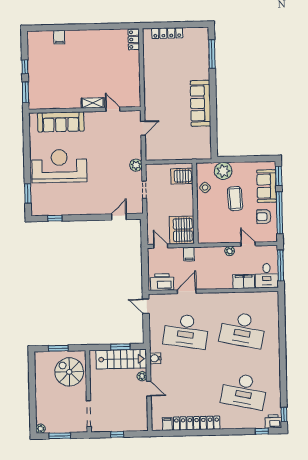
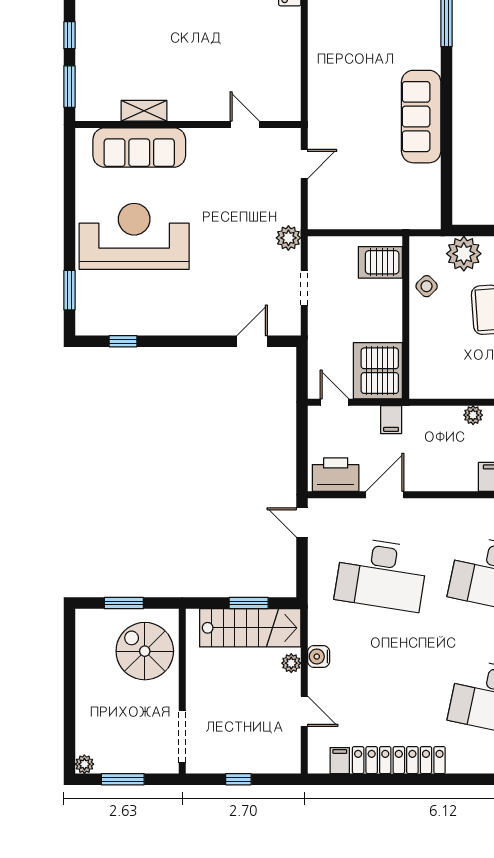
shelving: (93, 103) -> (144, 111), moved
water cooler: (155, 358) -> (319, 657), moved
door: (149, 389) -> (304, 711), moved

